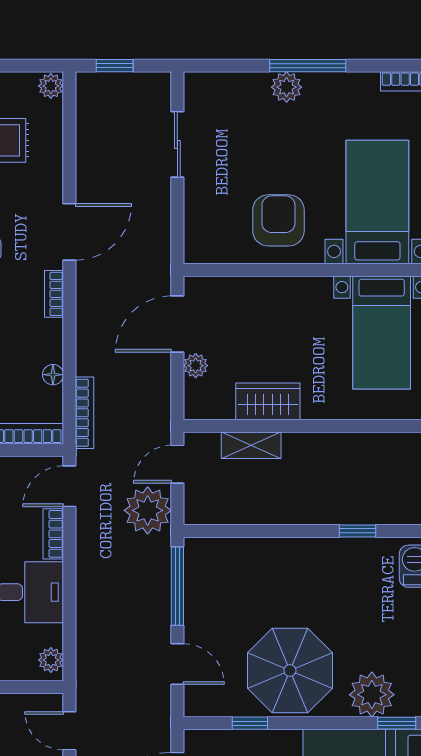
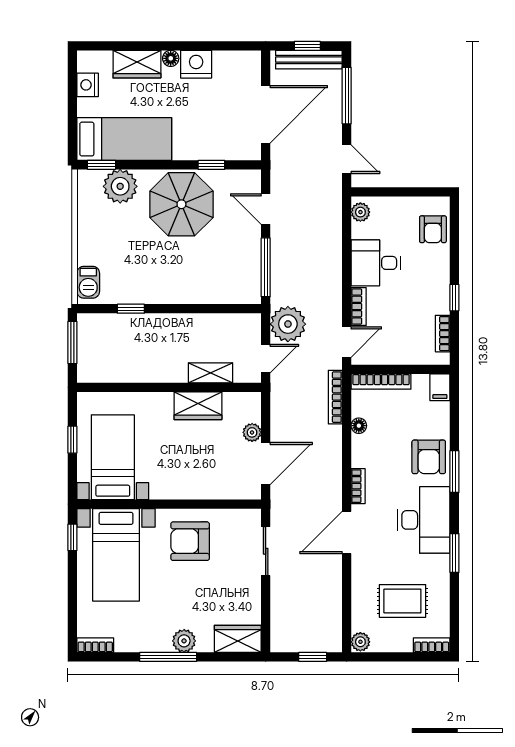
wardrobe: (215, 90) -> (238, 639), added
sliding door: (177, 144) -> (266, 551), moved
armchair: (278, 220) -> (190, 541), turned 90

